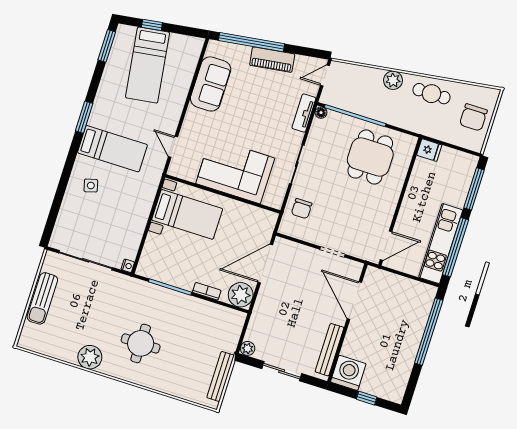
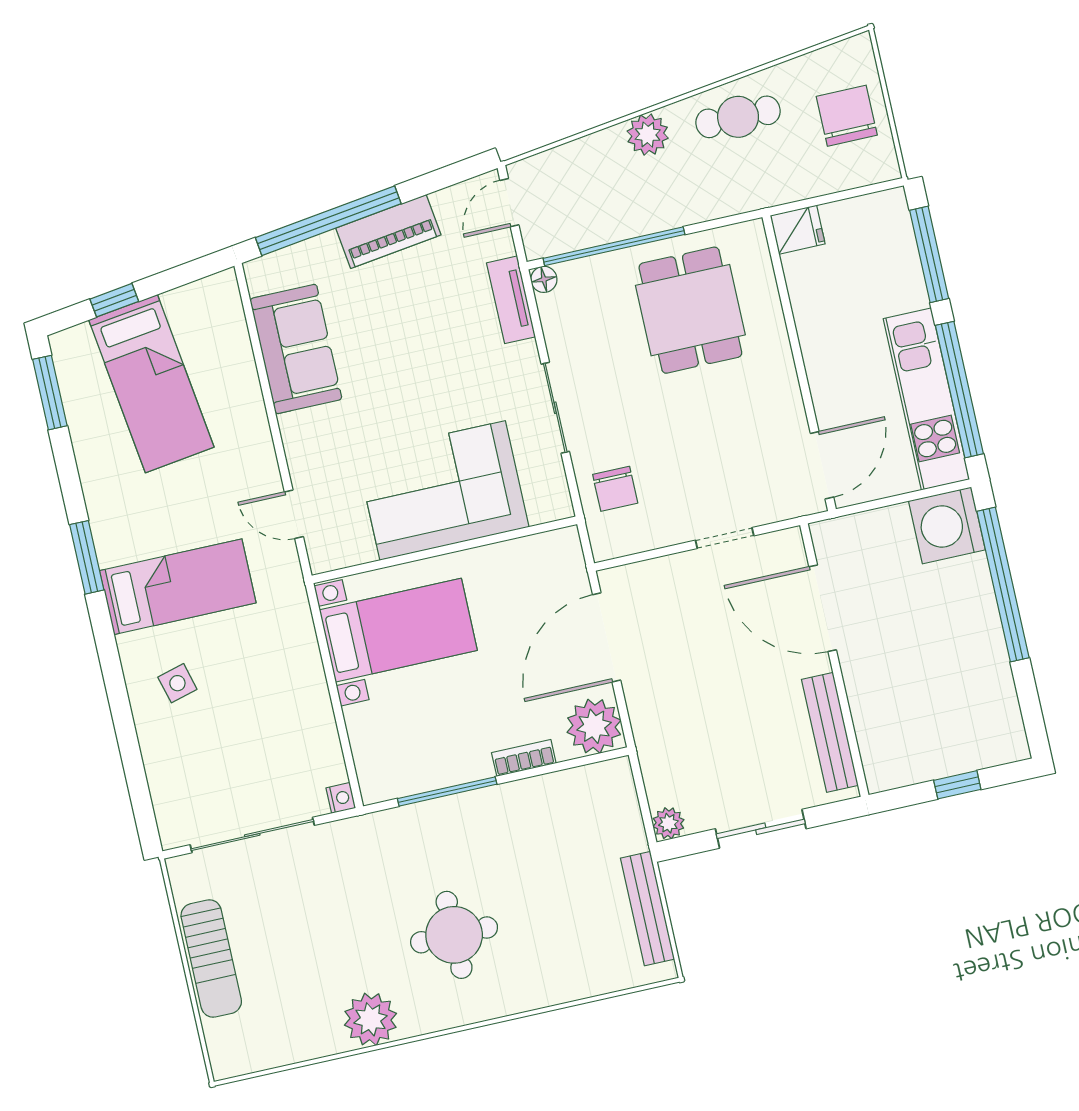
chair: (473, 117) -> (847, 116), turned 180
washing machine: (348, 373) -> (947, 525), moved, turned -90

